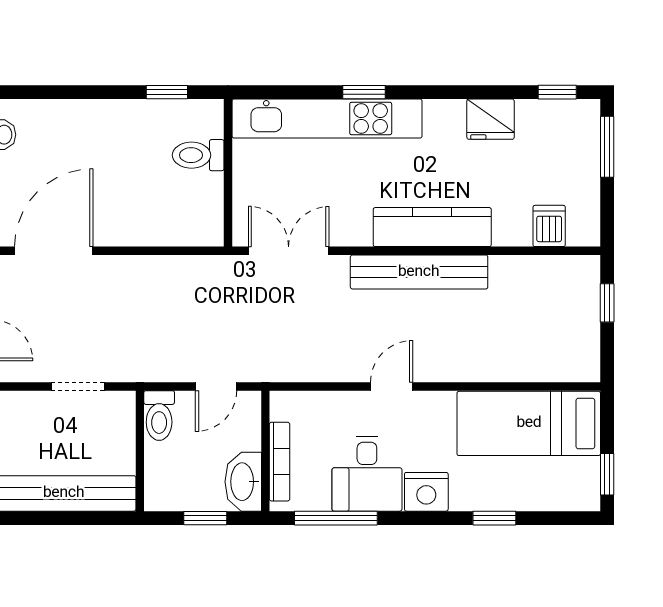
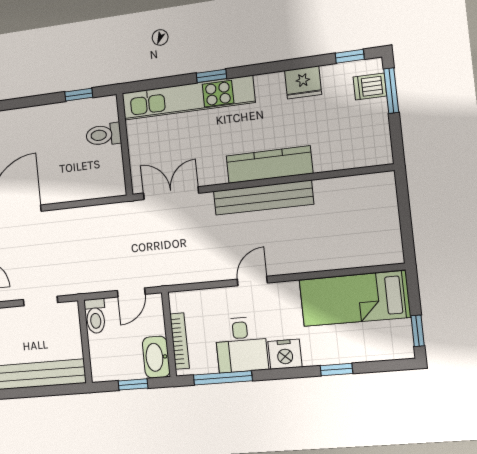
dishwasher: (549, 226) -> (370, 87), moved, turned -90
window: (607, 303) -> (404, 205), removed

